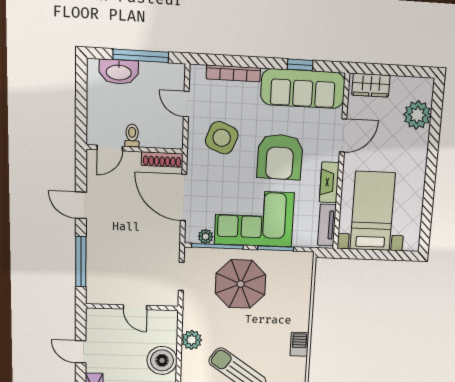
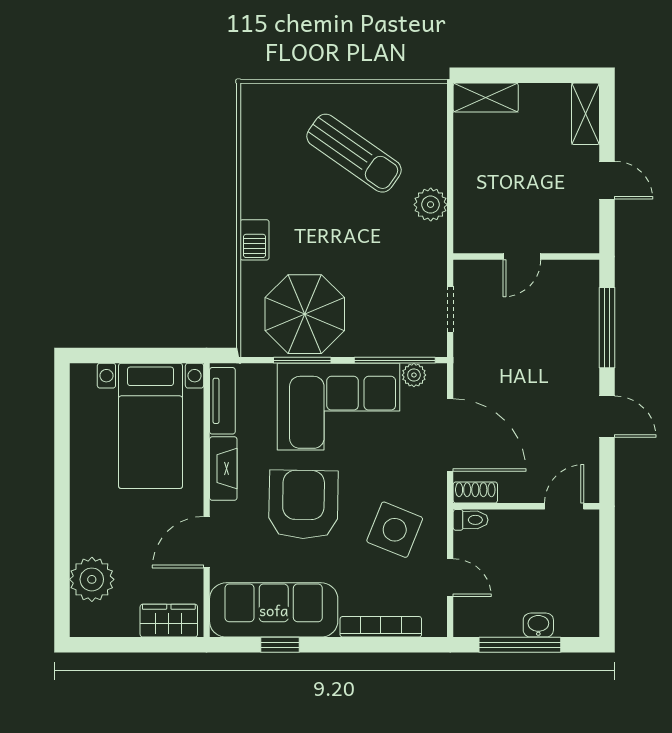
washbasin: (119, 72) -> (538, 625), width x0.52, depth x0.69
toilet: (132, 136) -> (471, 520), moved, turned -90
shoe rack: (162, 159) -> (475, 492), width x0.70
parasol: (241, 284) -> (305, 314), moved
door: (135, 307) -> (522, 257), swing flipped
barbecue: (299, 344) -> (255, 240), moved
boiler: (162, 360) -> (477, 169), removed

